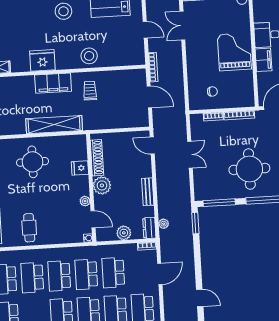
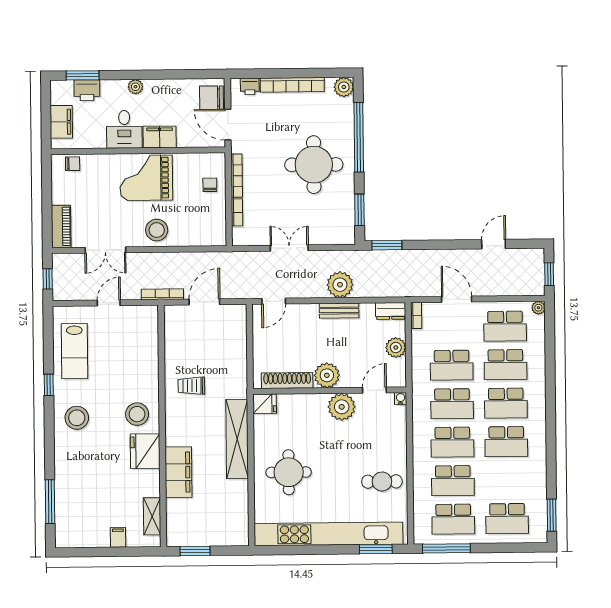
stool: (89, 56) -> (137, 414), moved
stool: (198, 61) -> (157, 230), added
filing cabinet: (53, 83) -> (179, 472), moved
chair: (212, 91) -> (210, 185), moved
fridge: (80, 168) -> (265, 404), moved, turned -90
plant: (85, 201) -> (342, 407), width x1.88, depth x1.88
window: (219, 203) -> (359, 210), width x0.69
plant: (164, 224) -> (340, 285), moved, width x1.88, depth x1.88

